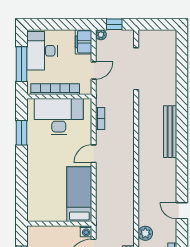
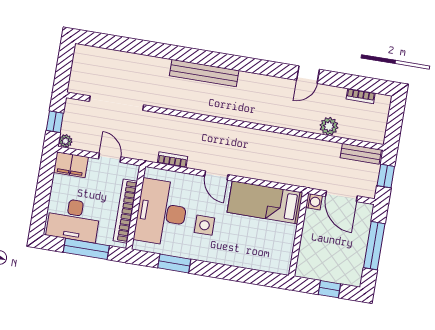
side table: (54, 151) -> (204, 225), added

